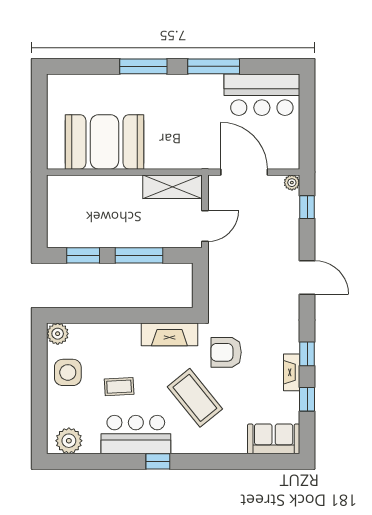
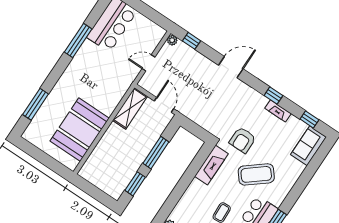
window: (143, 66) -> (36, 104), moved
door: (244, 172) -> (149, 63), width x0.53
window: (307, 399) -> (309, 119), moved

